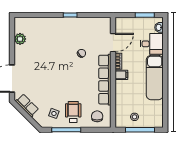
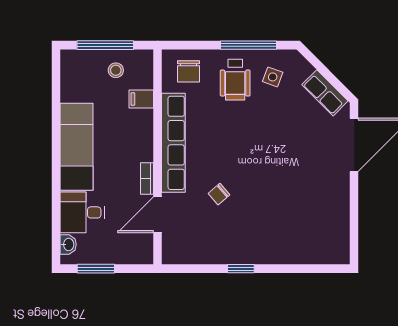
plant: (20, 39) -> (339, 222), removed
filing cabinet: (121, 75) -> (141, 99), moved

